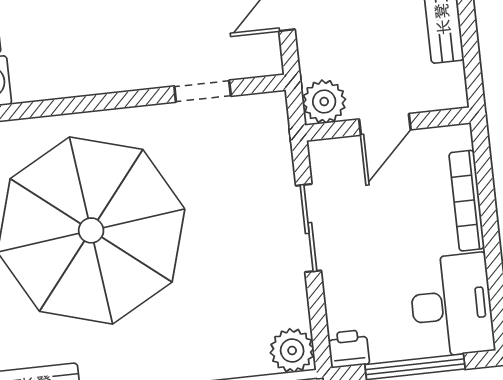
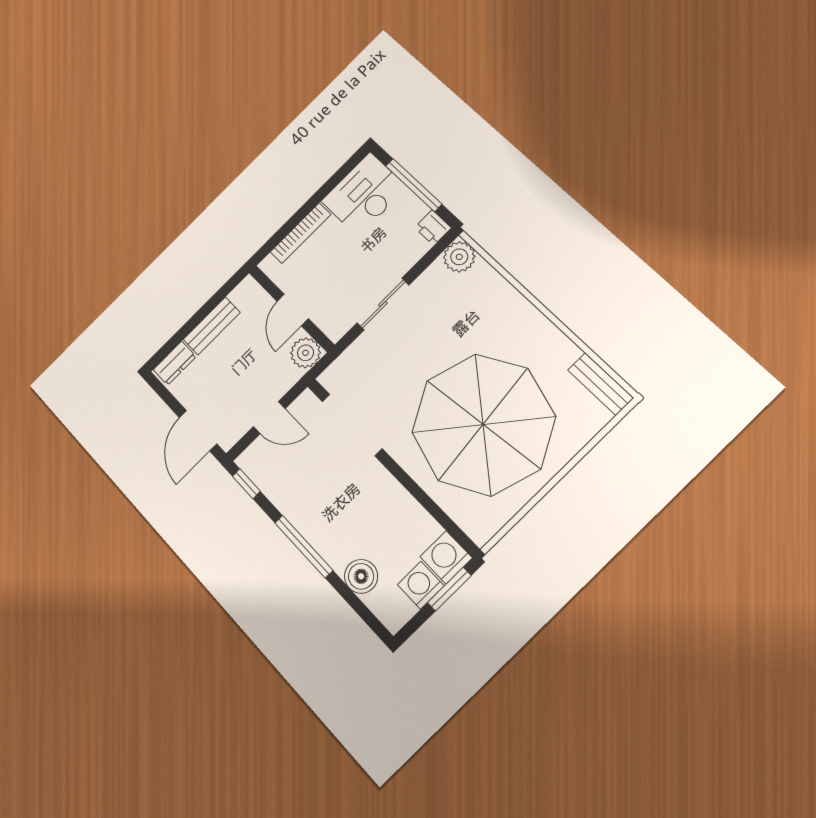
doorway: (203, 91) -> (352, 425), width x1.87
door: (385, 124) -> (293, 310), swing flipped

